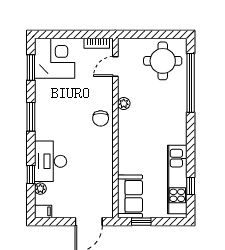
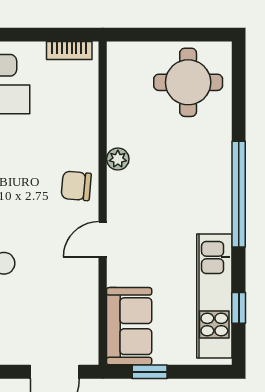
door: (115, 67) -> (103, 239), moved
window: (191, 83) -> (239, 194), moved
chair: (101, 118) -> (76, 186), turned 95

